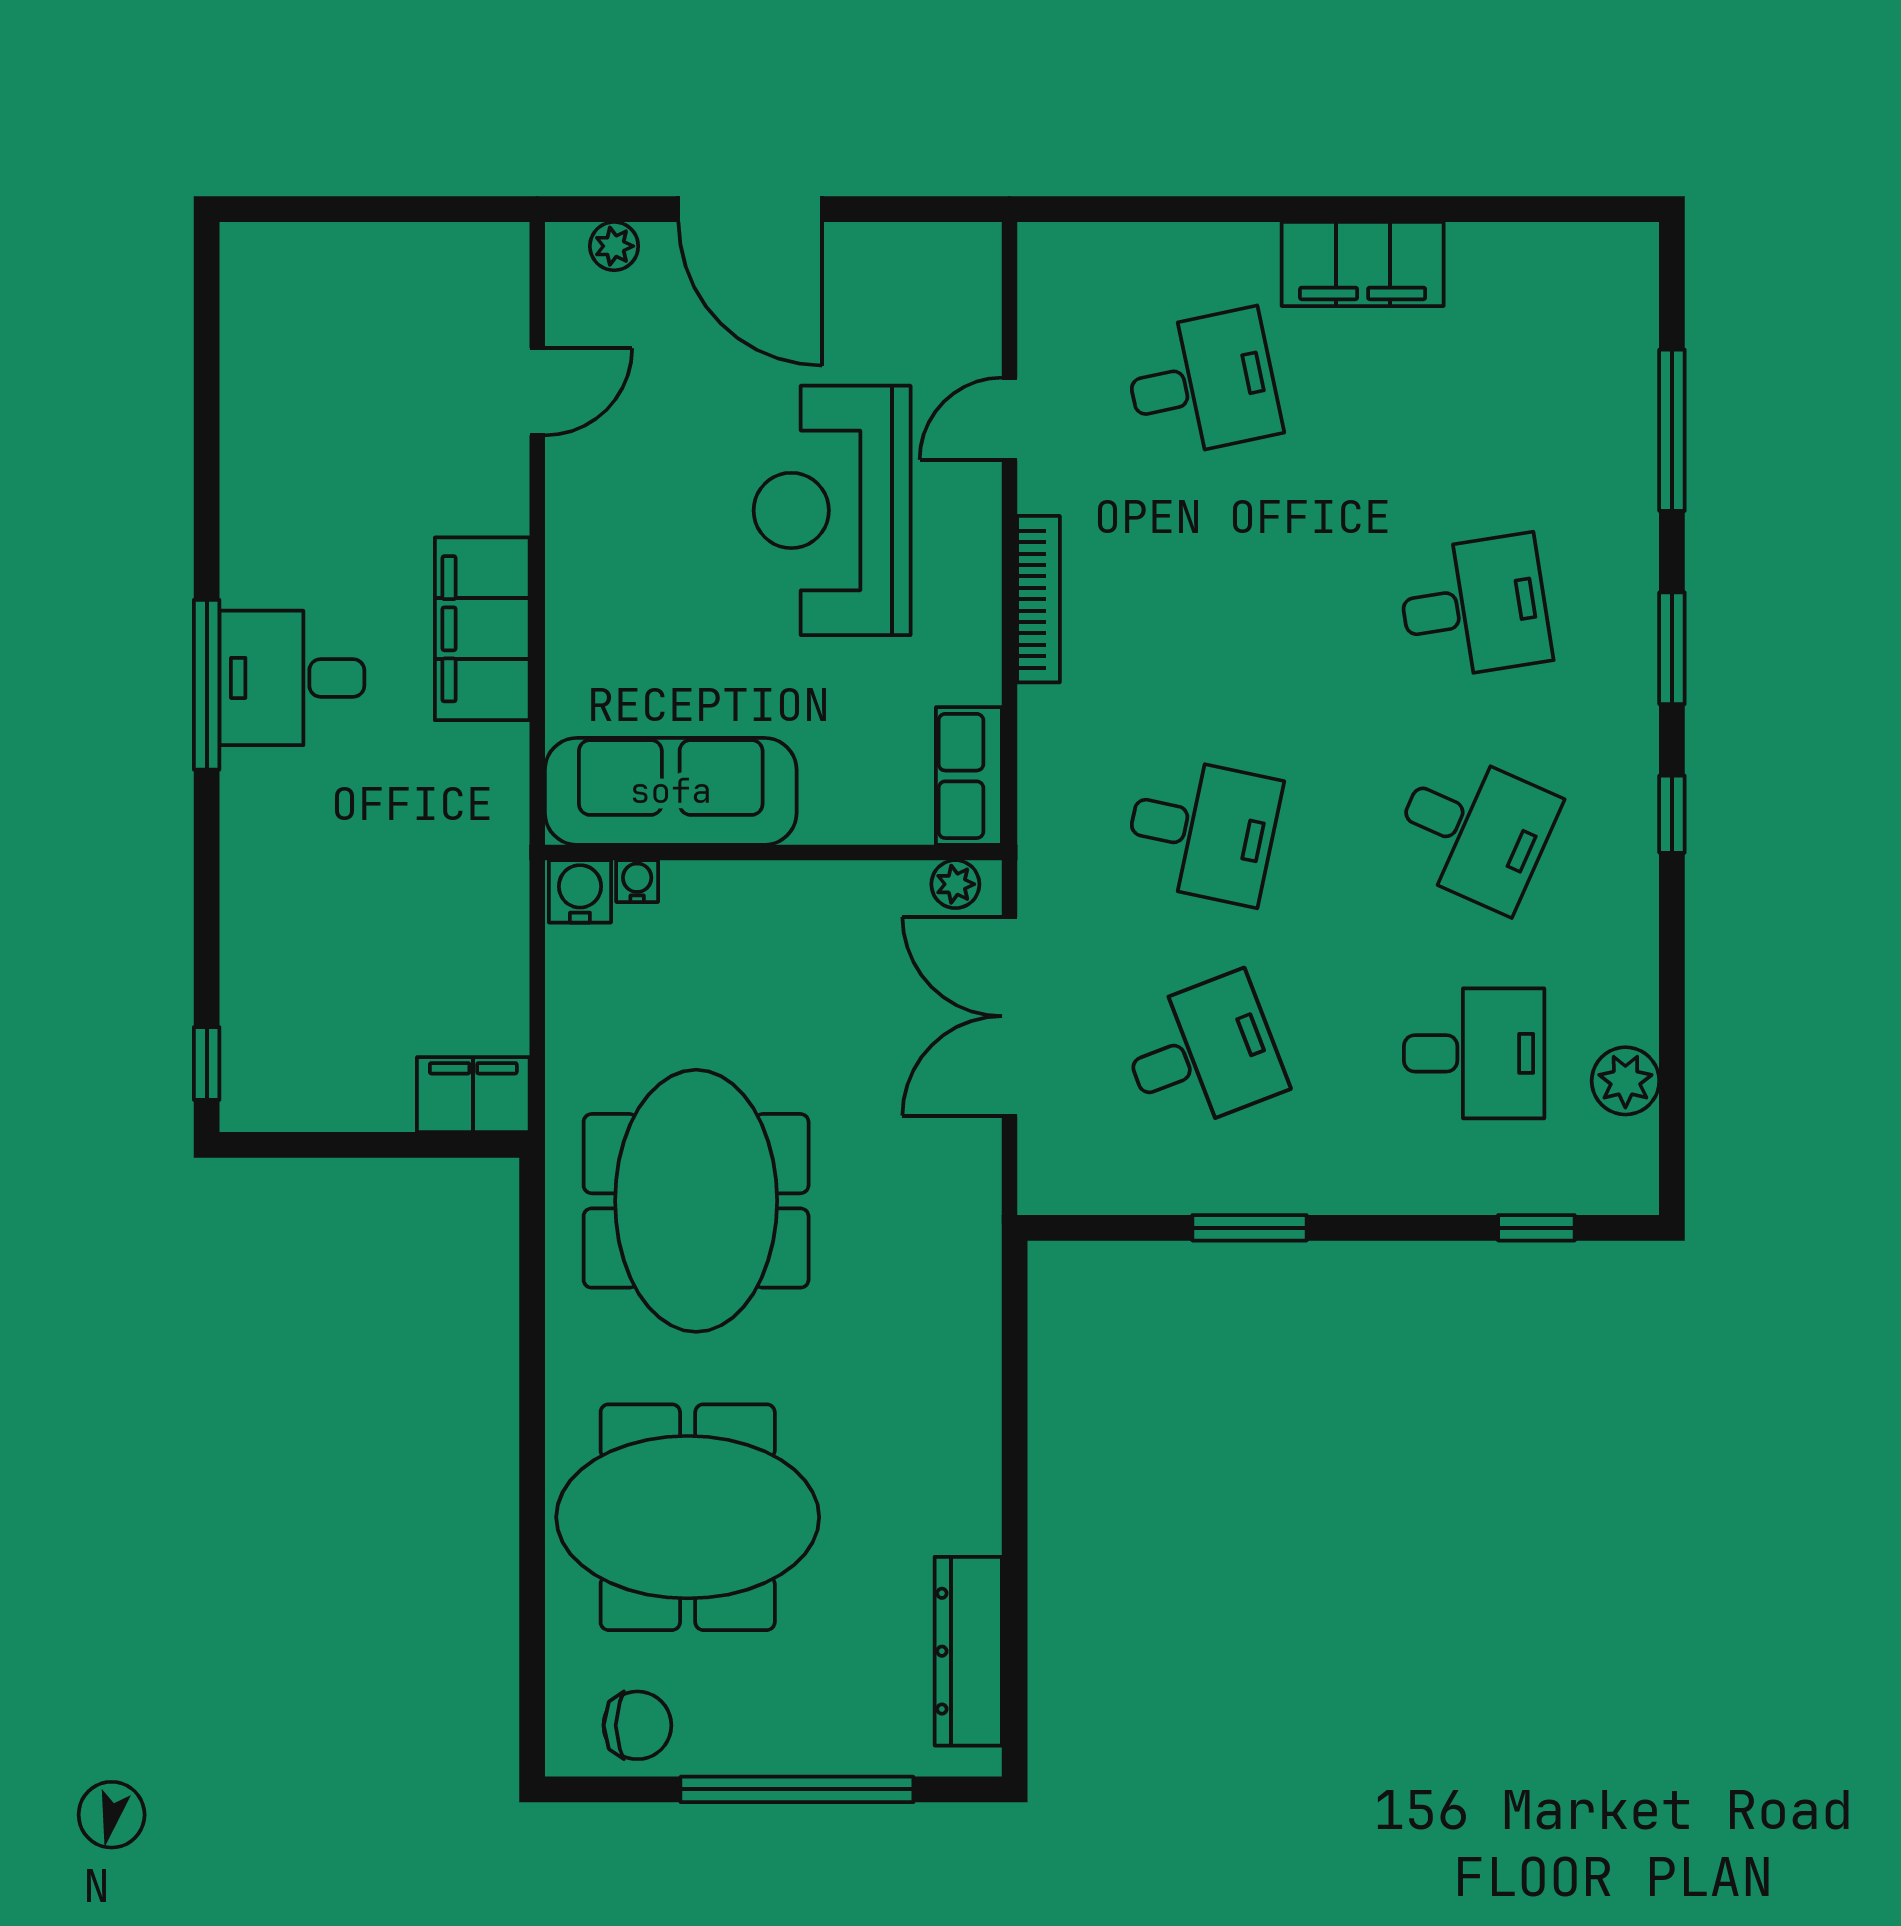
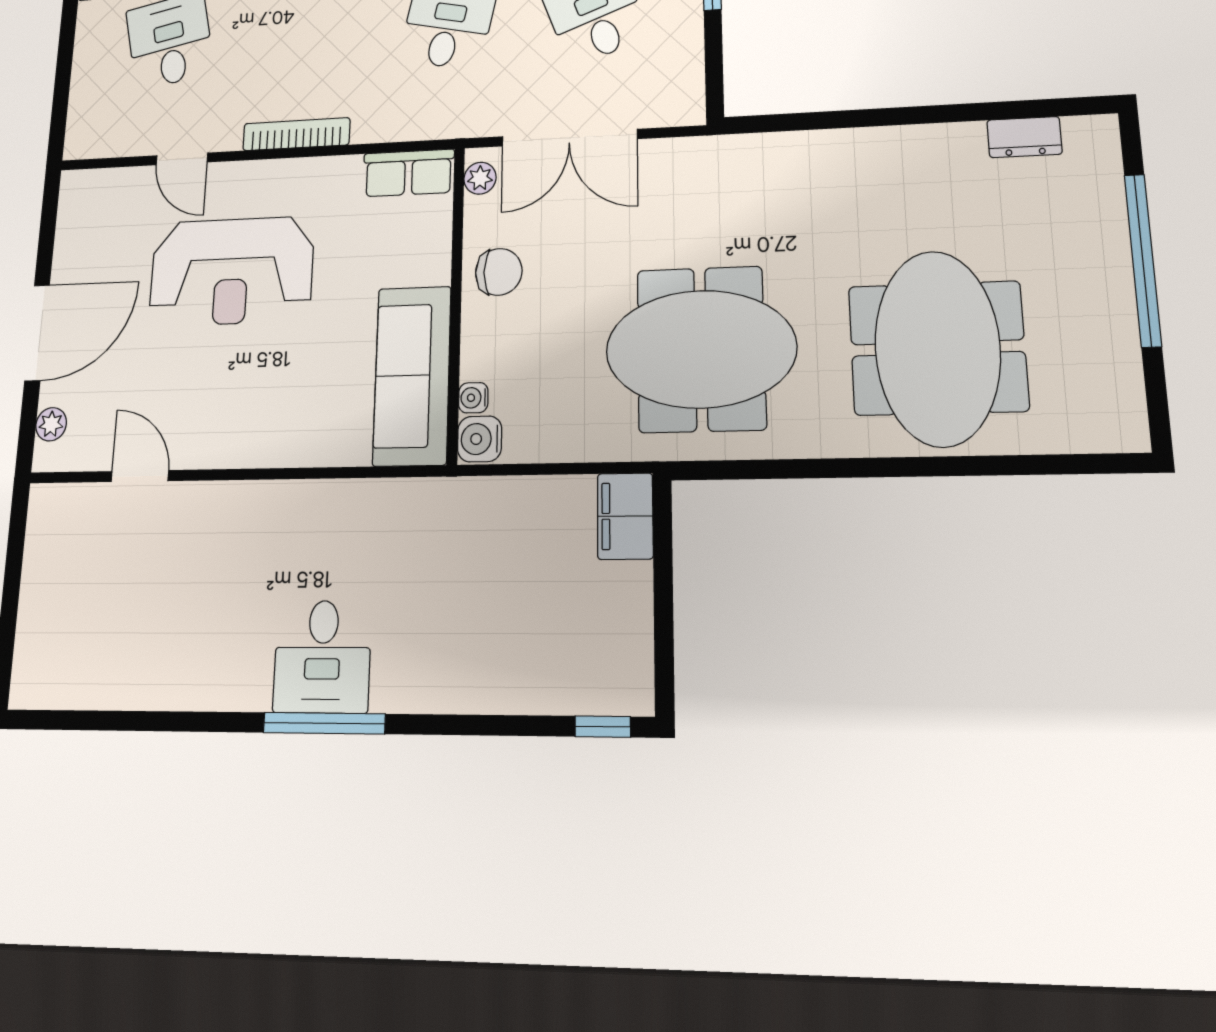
filing cabinet: (482, 629) -> (295, 513), removed
dresser: (968, 1651) -> (1024, 137), width x0.51, depth x0.80
chair: (637, 1725) -> (499, 272), moved, turned 90

